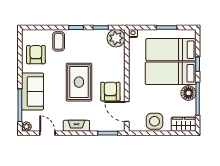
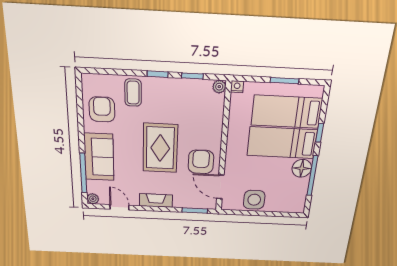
plant: (116, 38) -> (219, 87), width x0.53, depth x0.53
wardrobe: (184, 124) -> (290, 205), removed

